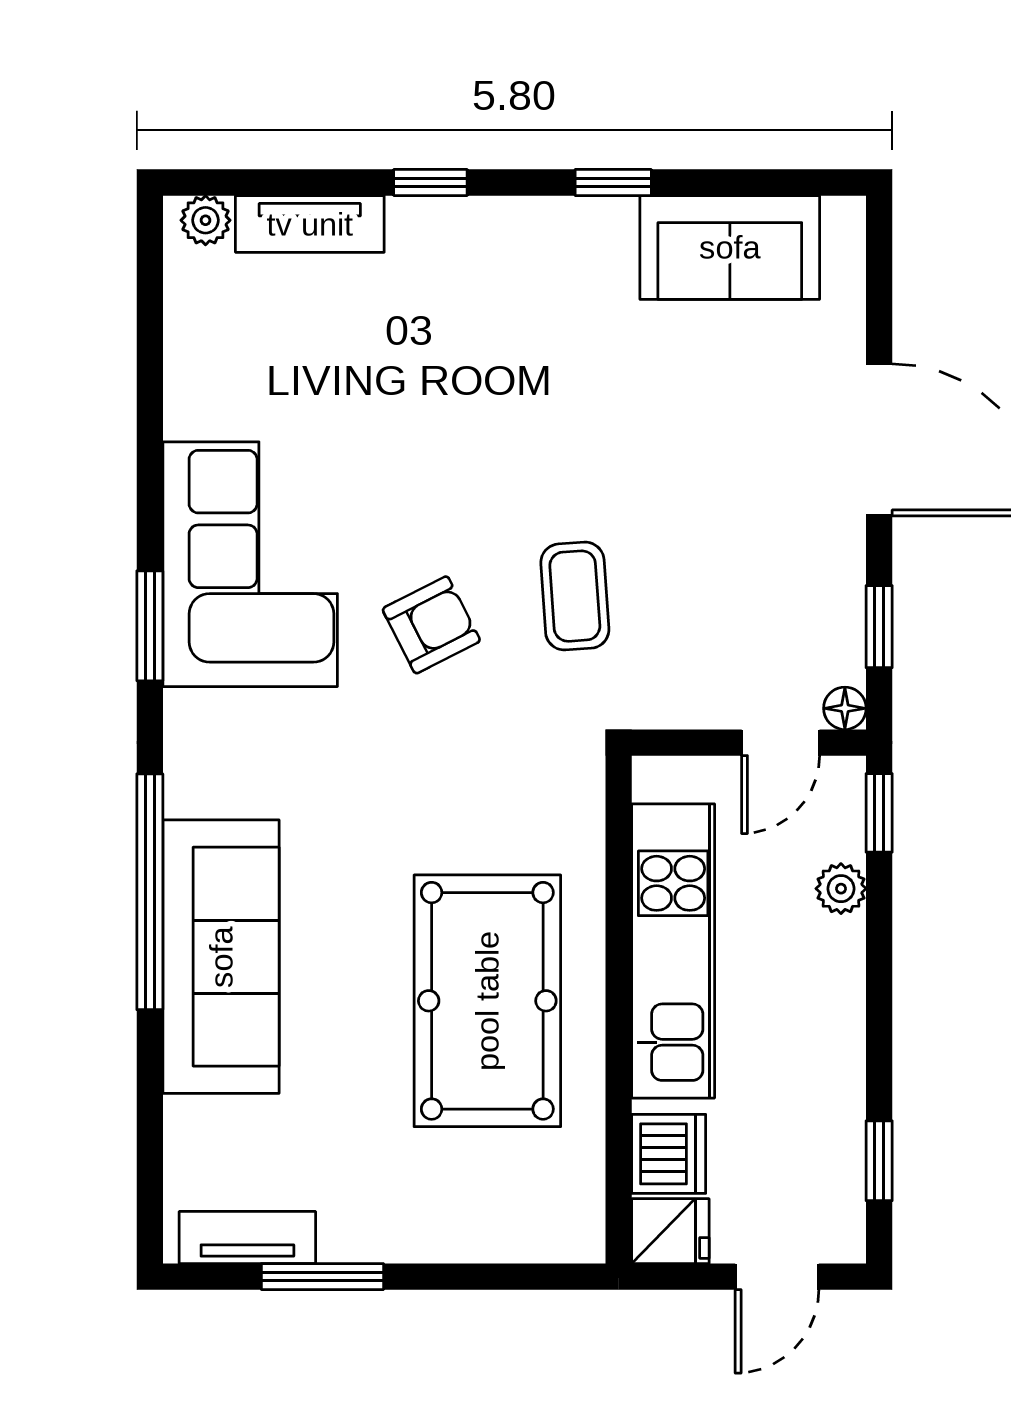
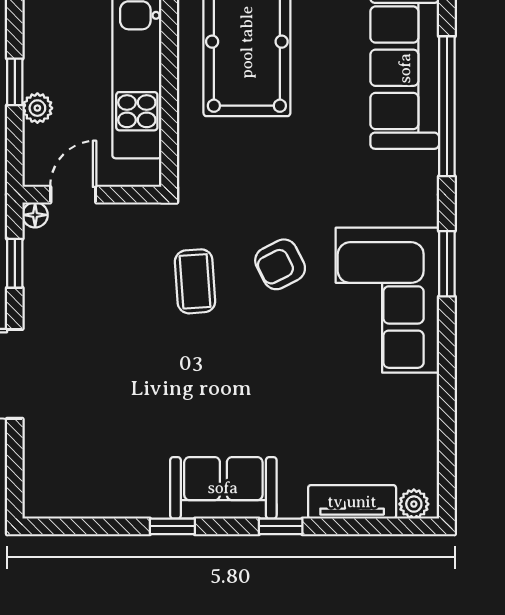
sofa: (730, 247) -> (223, 488), moved
window: (879, 813) -> (15, 82), moved

